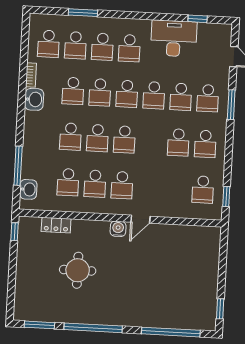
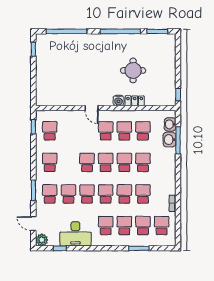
plant: (223, 32) -> (42, 240), added
washbasin: (34, 99) -> (169, 140), moved
school desk: (178, 142) -> (87, 162), moved
door: (140, 219) -> (92, 108), swing flipped
locker: (56, 225) -> (135, 101), moved
water cooler: (118, 229) -> (119, 101), moved

